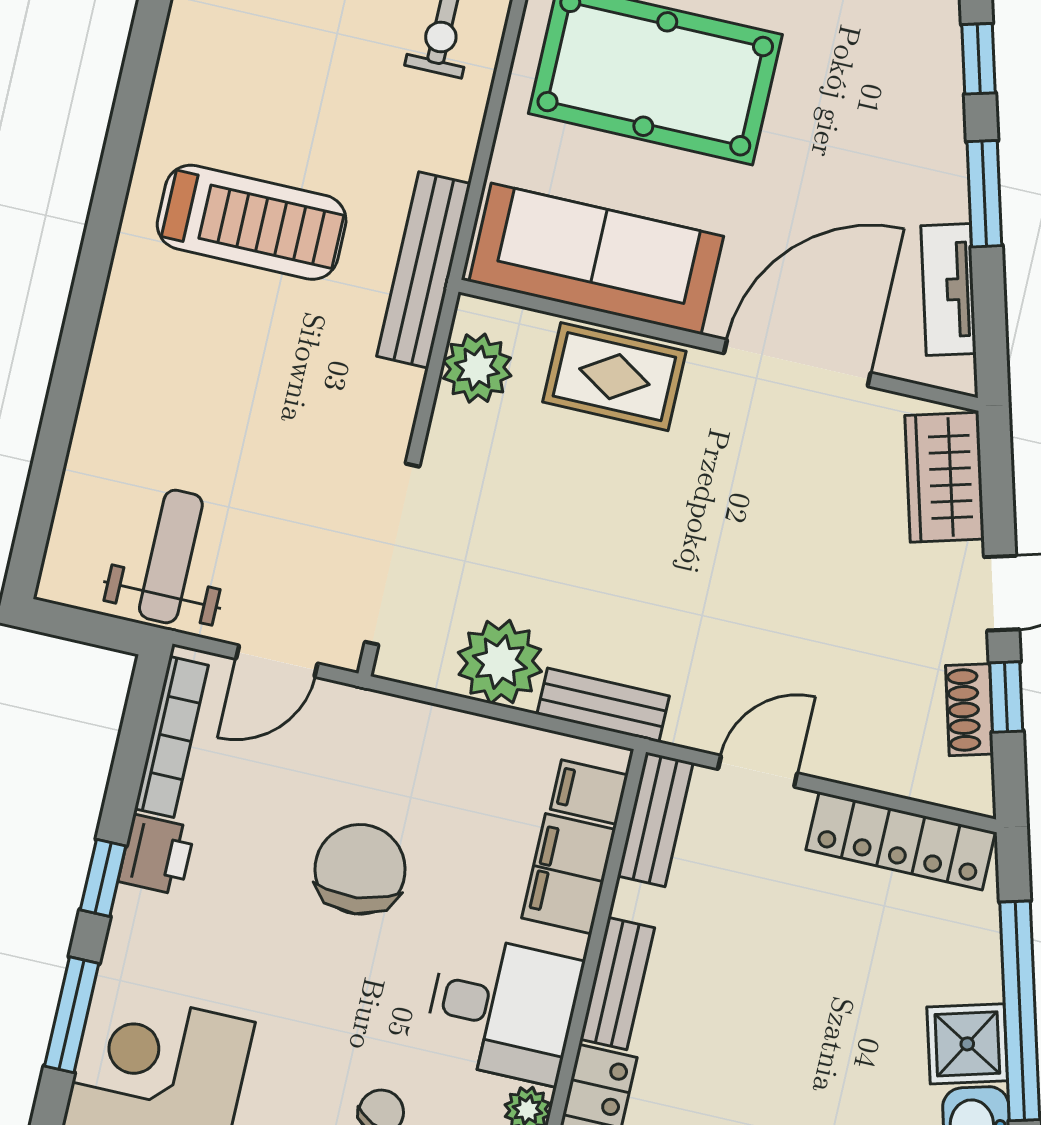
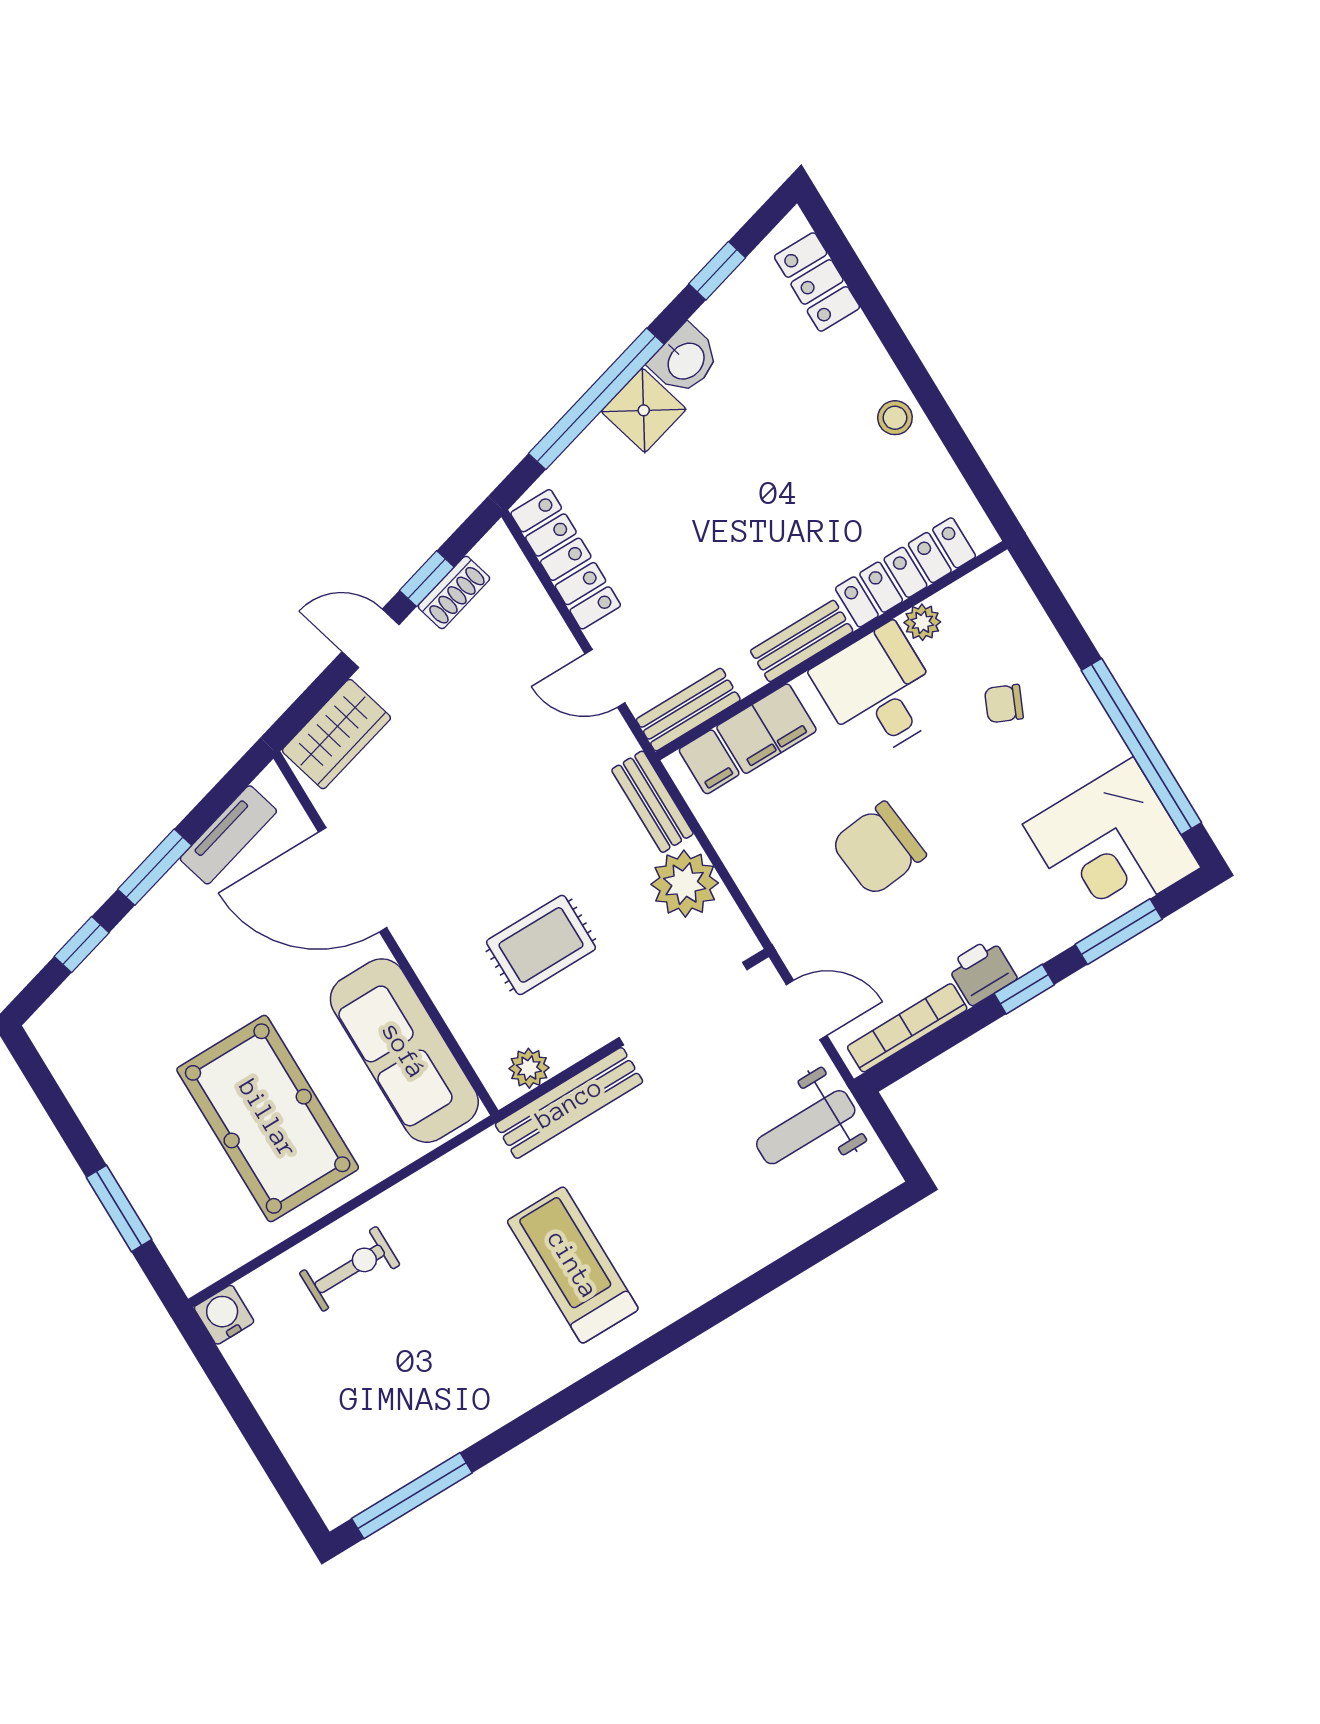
bench: (424, 270) -> (569, 1103), moved
plant: (477, 368) -> (529, 1068), width x0.73, depth x0.73
rug: (614, 377) -> (541, 945), moved, turned 90

